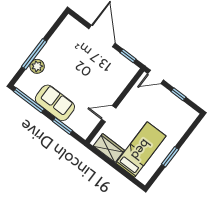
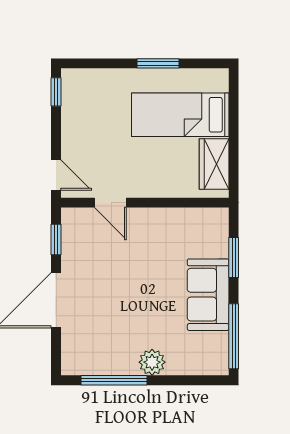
window: (34, 54) -> (114, 380), moved
plant: (37, 66) -> (152, 362), moved
window: (178, 94) -> (56, 92), moved
door: (109, 114) -> (110, 203), moved

